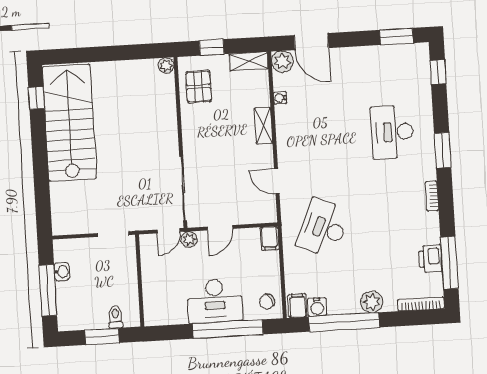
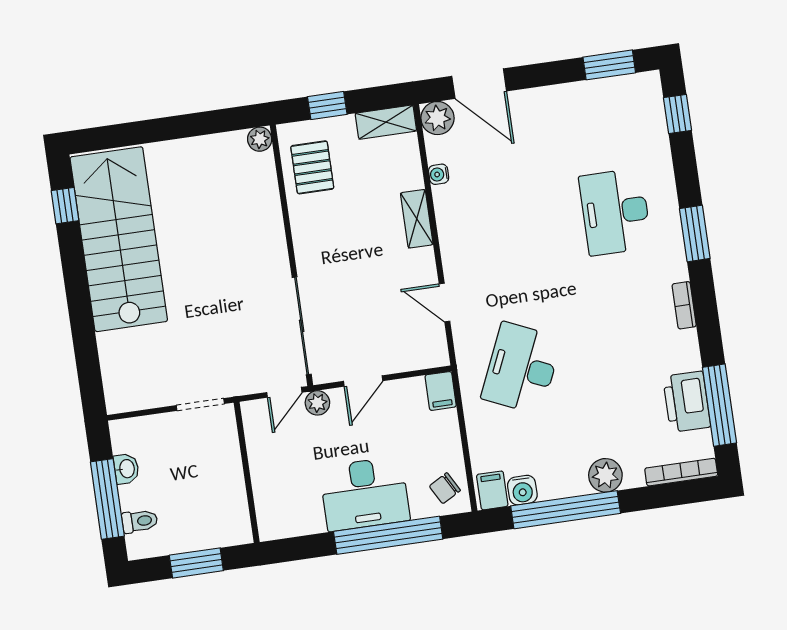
printer: (430, 259) -> (687, 402), width x1.37, depth x1.19
toilet: (115, 317) -> (140, 521), moved, turned 90

